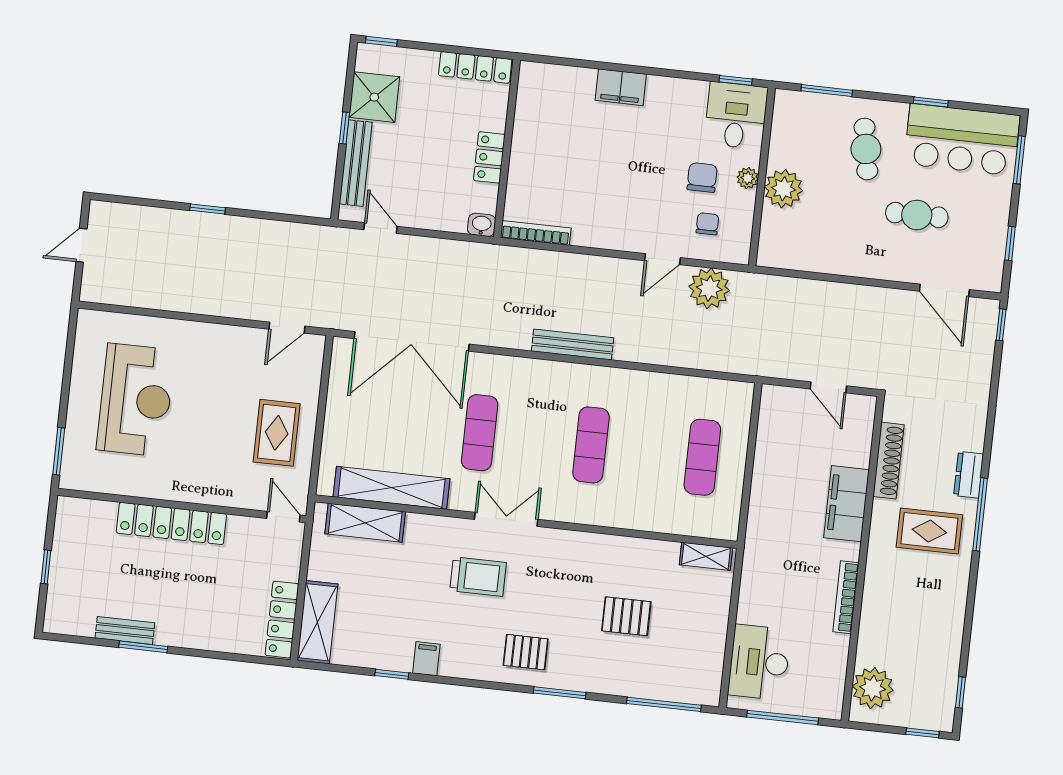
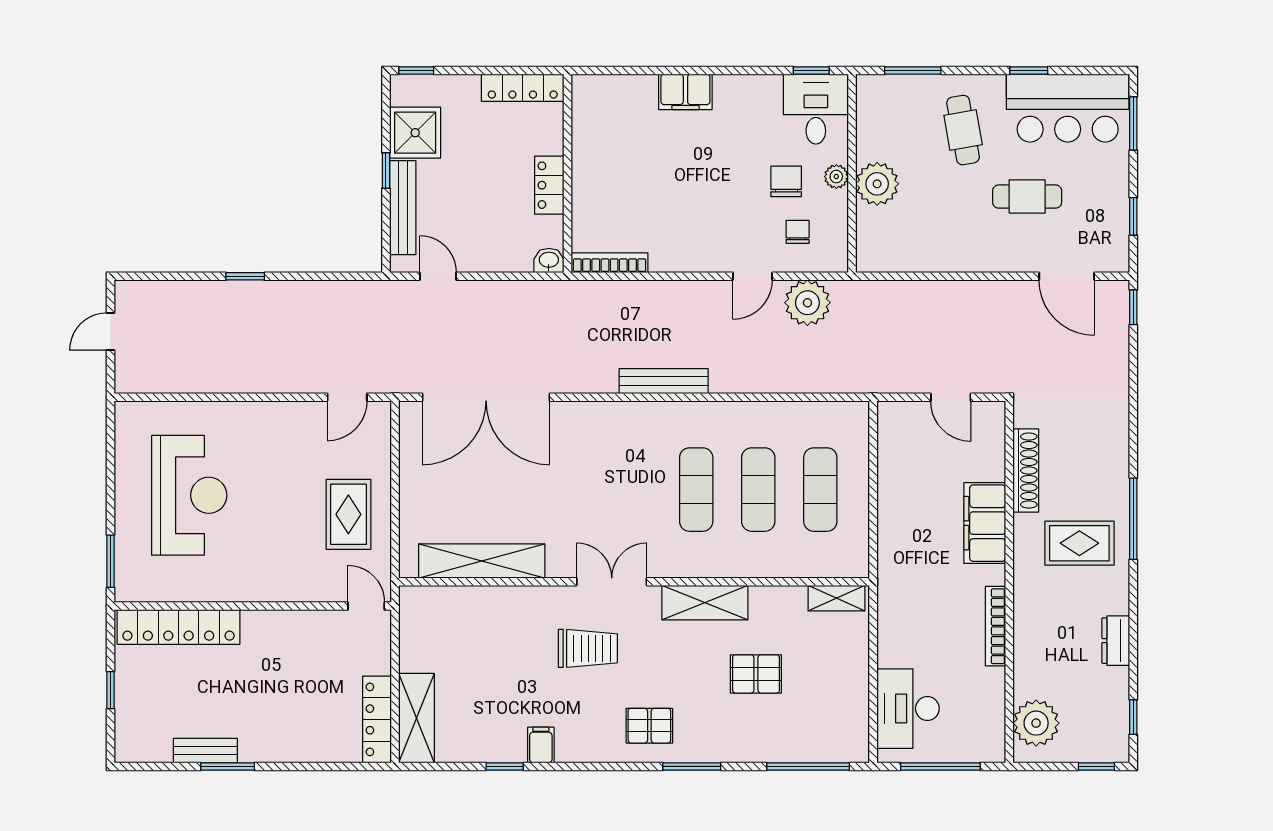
exercise mat: (480, 433) -> (758, 490), moved
dresser: (969, 475) -> (1116, 641), moved
locker: (171, 523) -> (178, 627), moved
shelving: (365, 523) -> (705, 603), moved

